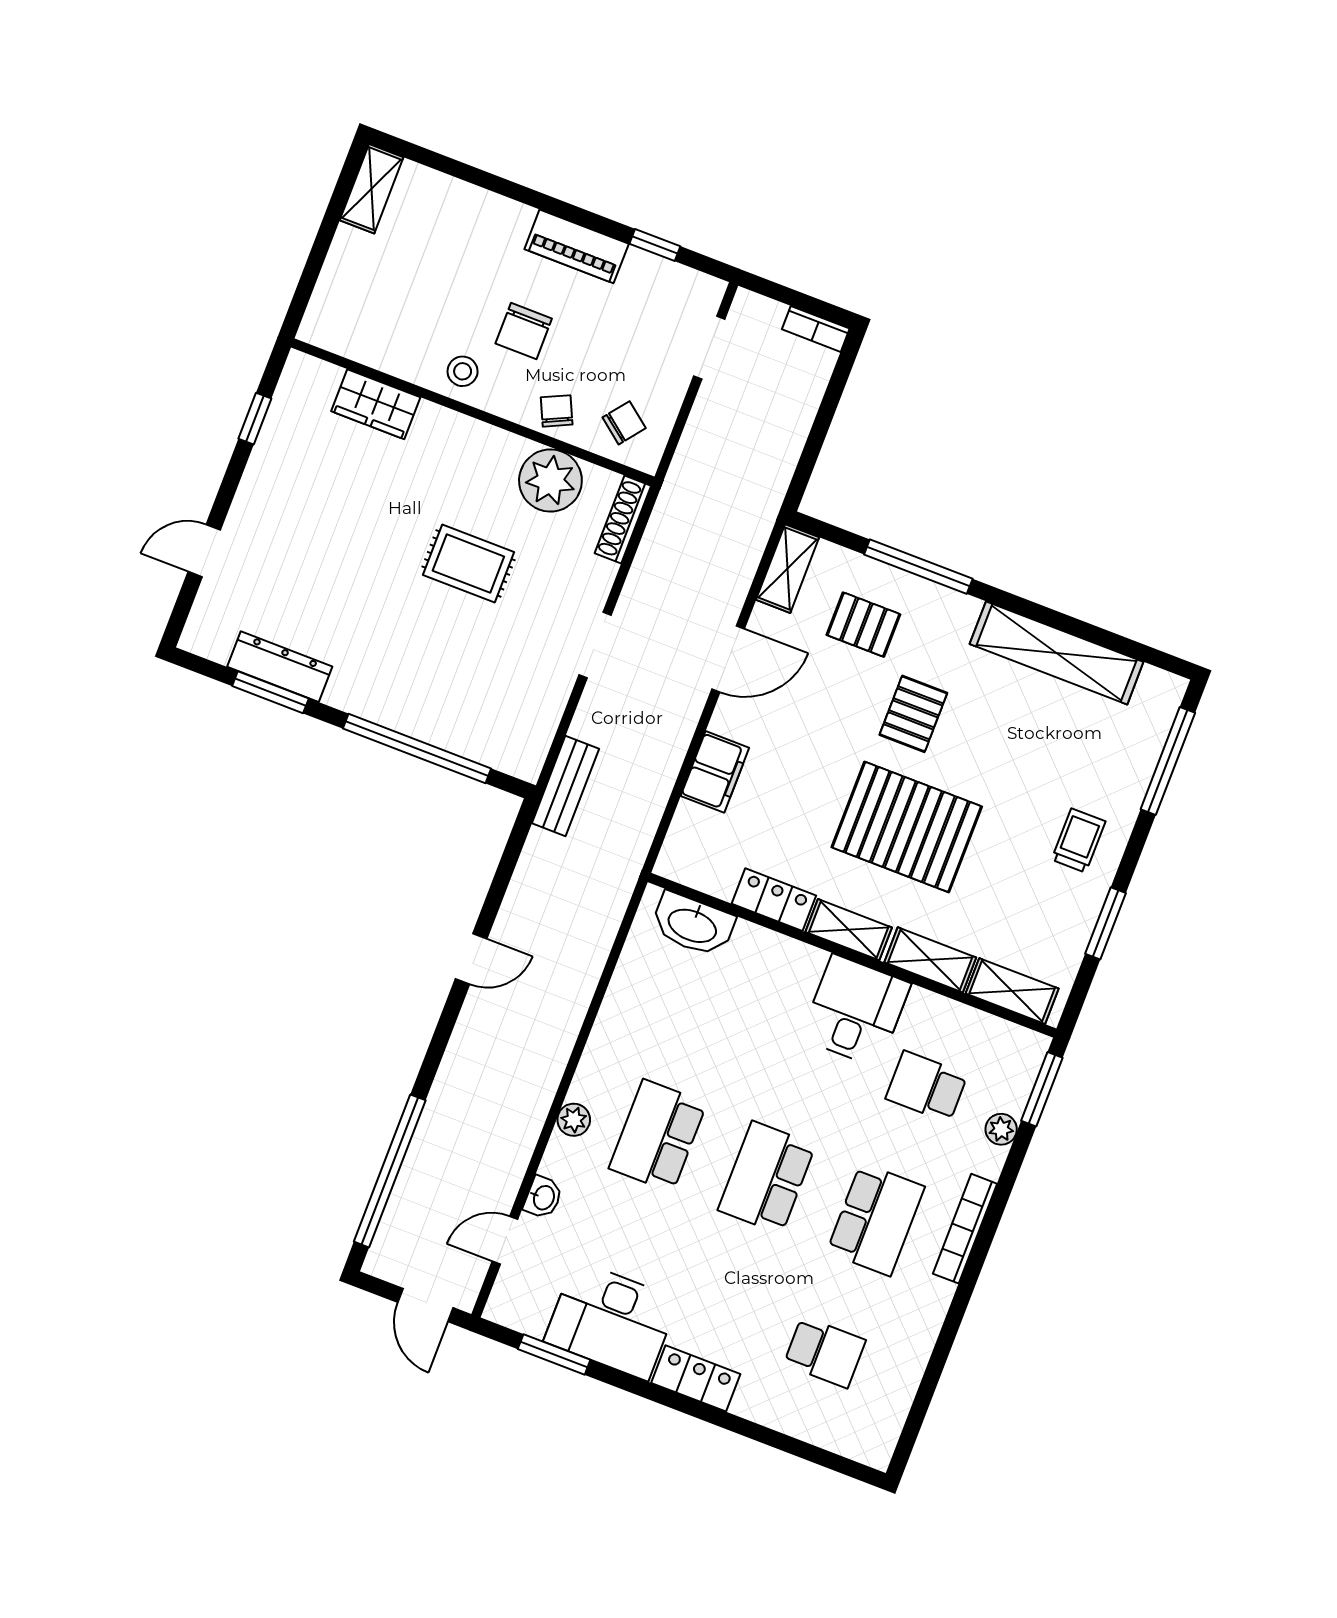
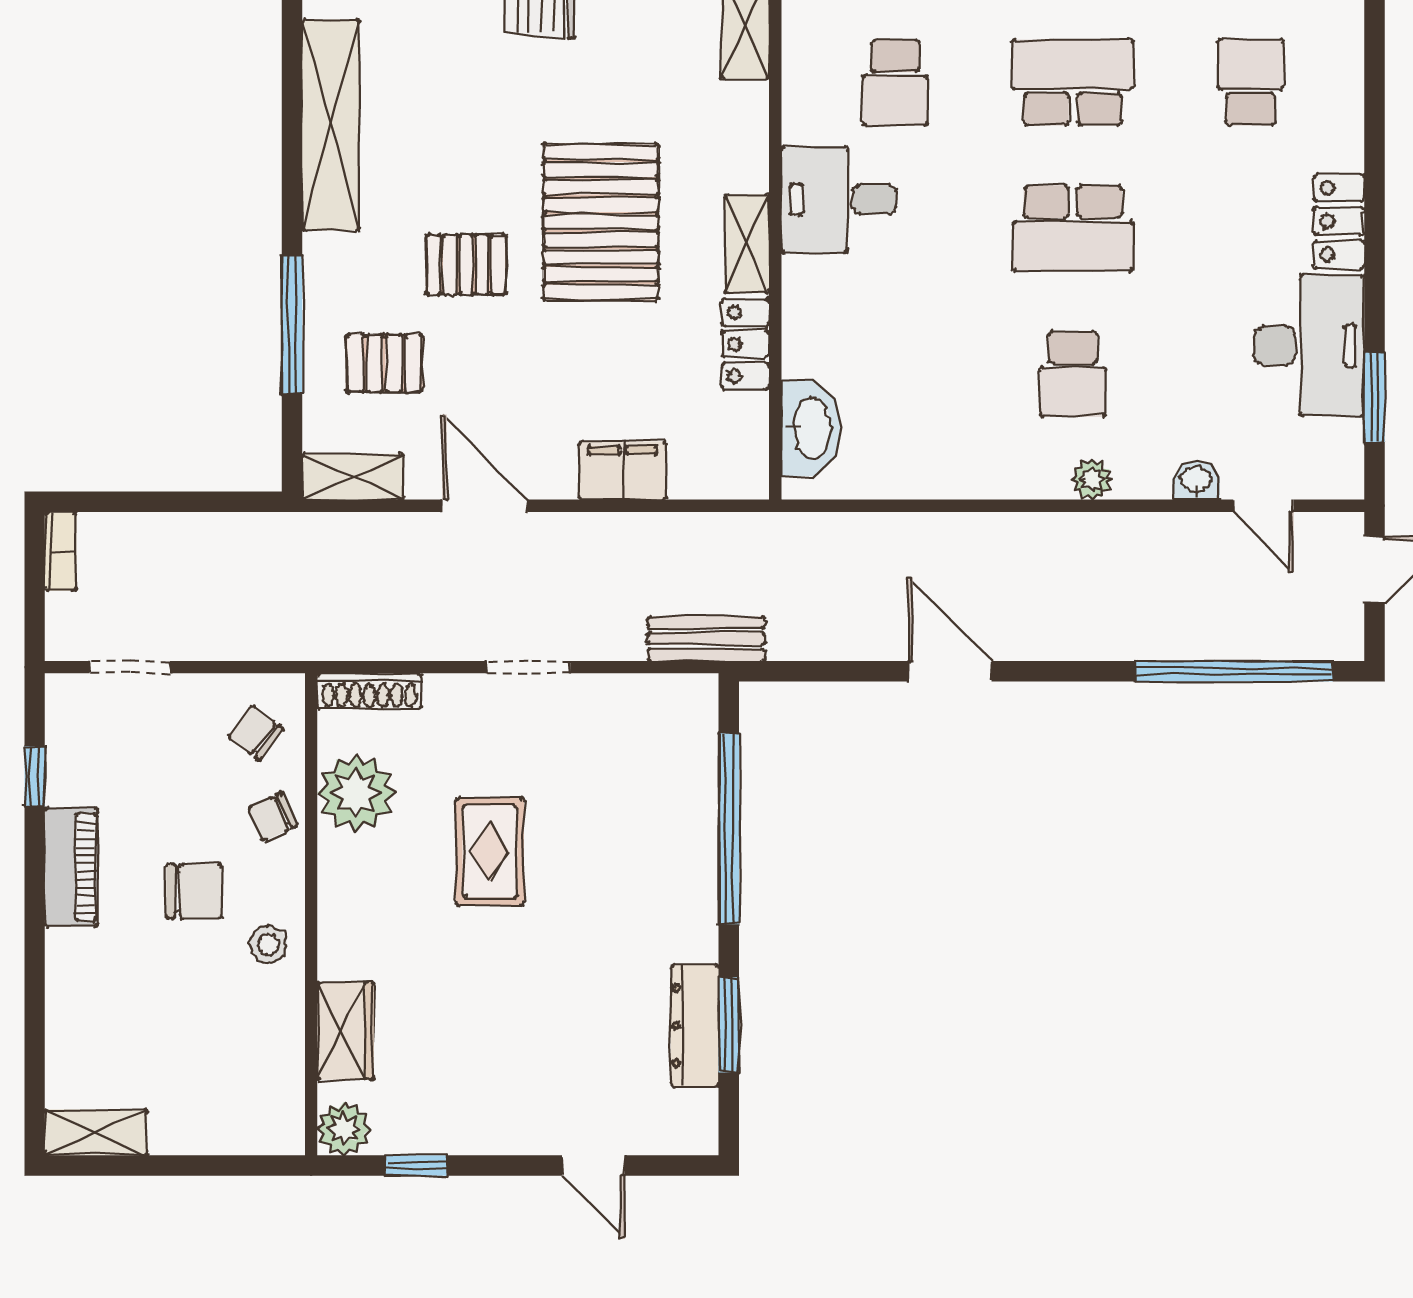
plant: (303, 375) -> (344, 1129), added
pallet: (863, 625) -> (384, 363), turned 90
door: (471, 959) -> (950, 671), width x1.38
shelving: (930, 960) -> (746, 135), removed
school desk: (658, 1136) -> (1073, 374), width x0.54

